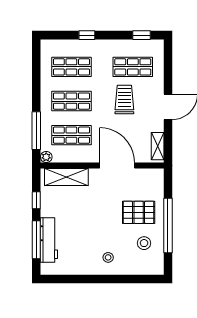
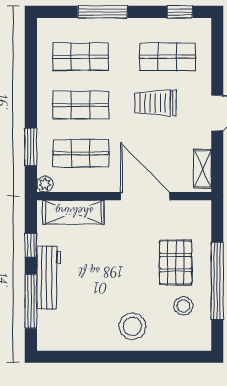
window: (87, 35) -> (103, 12), width x2.17
trolley: (124, 100) -> (155, 103), turned -90
window: (36, 131) -> (31, 147), width x0.69
pallet: (139, 212) -> (176, 263), turned 90
workbench: (49, 240) -> (49, 278), moved
stool: (108, 257) -> (132, 326), width x1.89, depth x1.89

